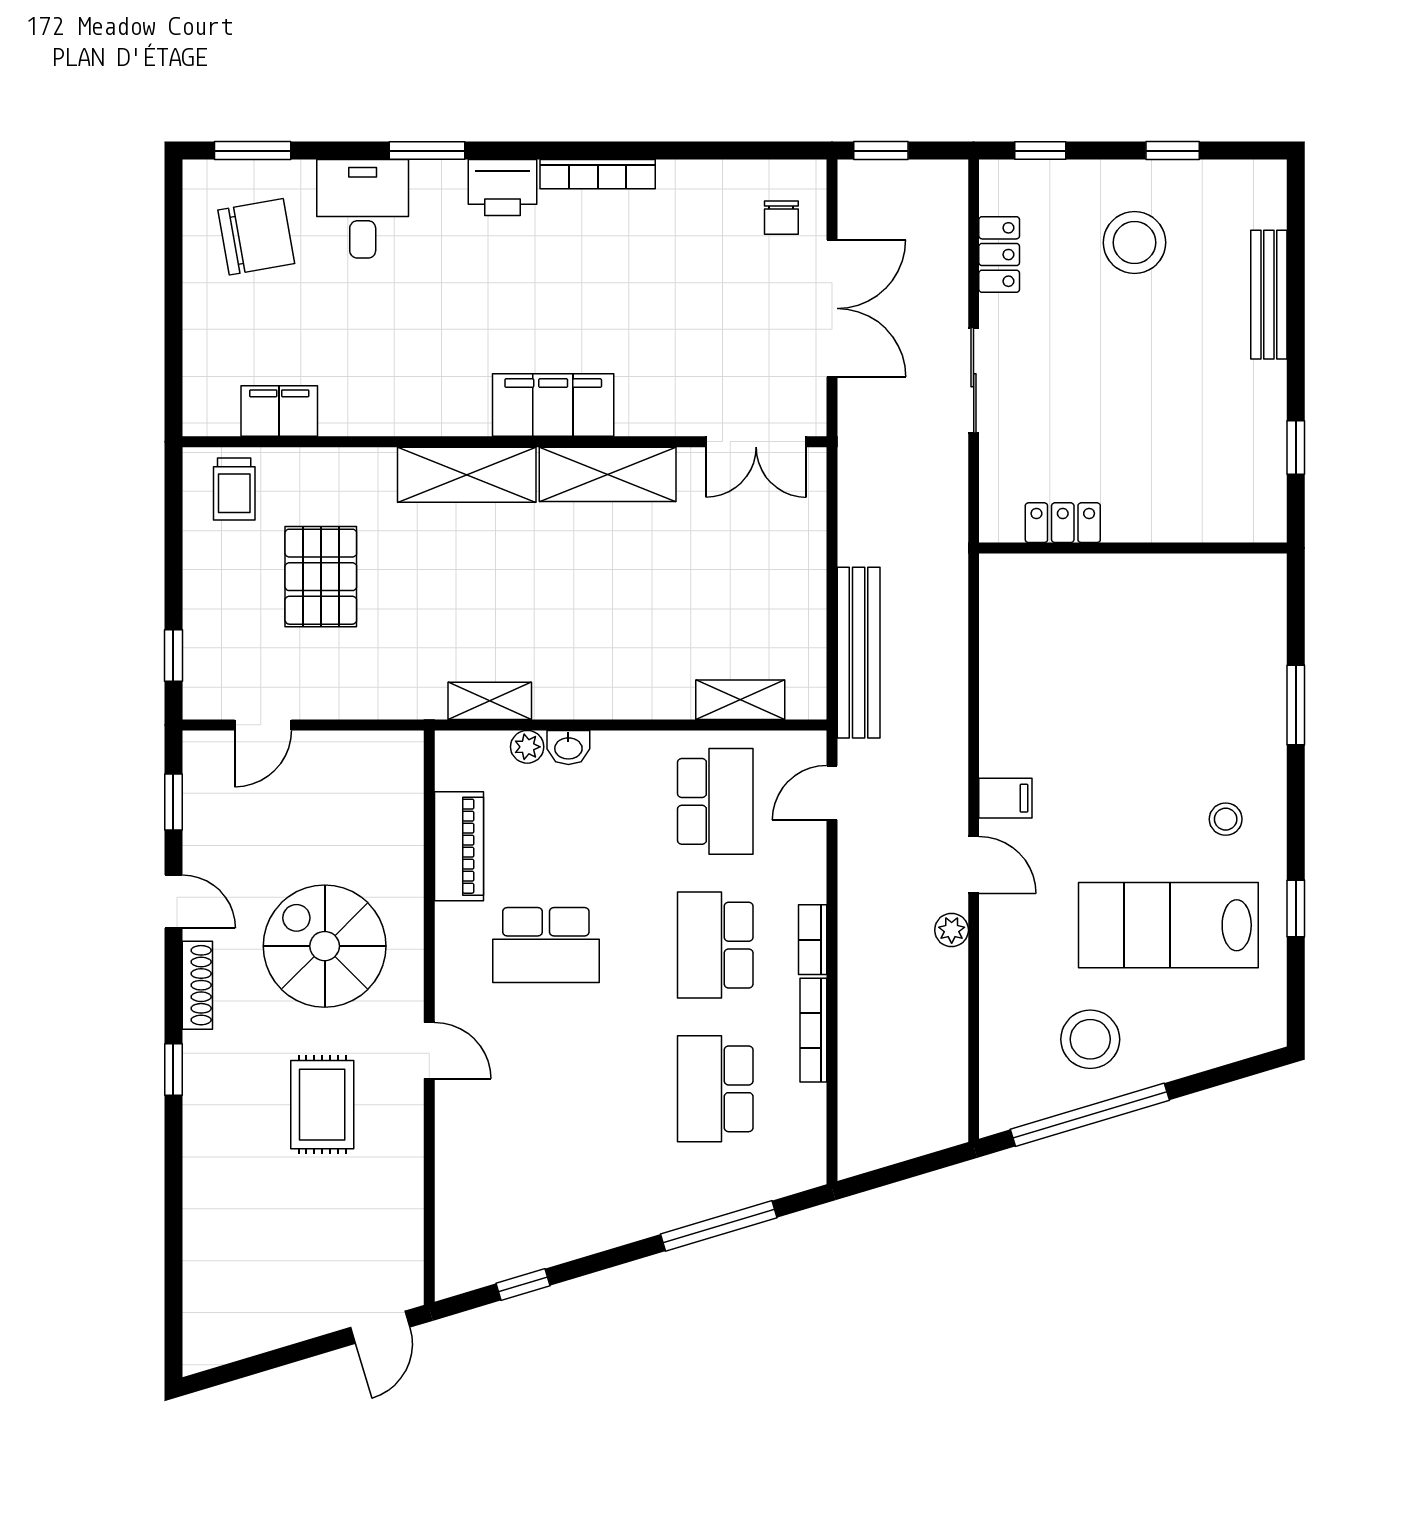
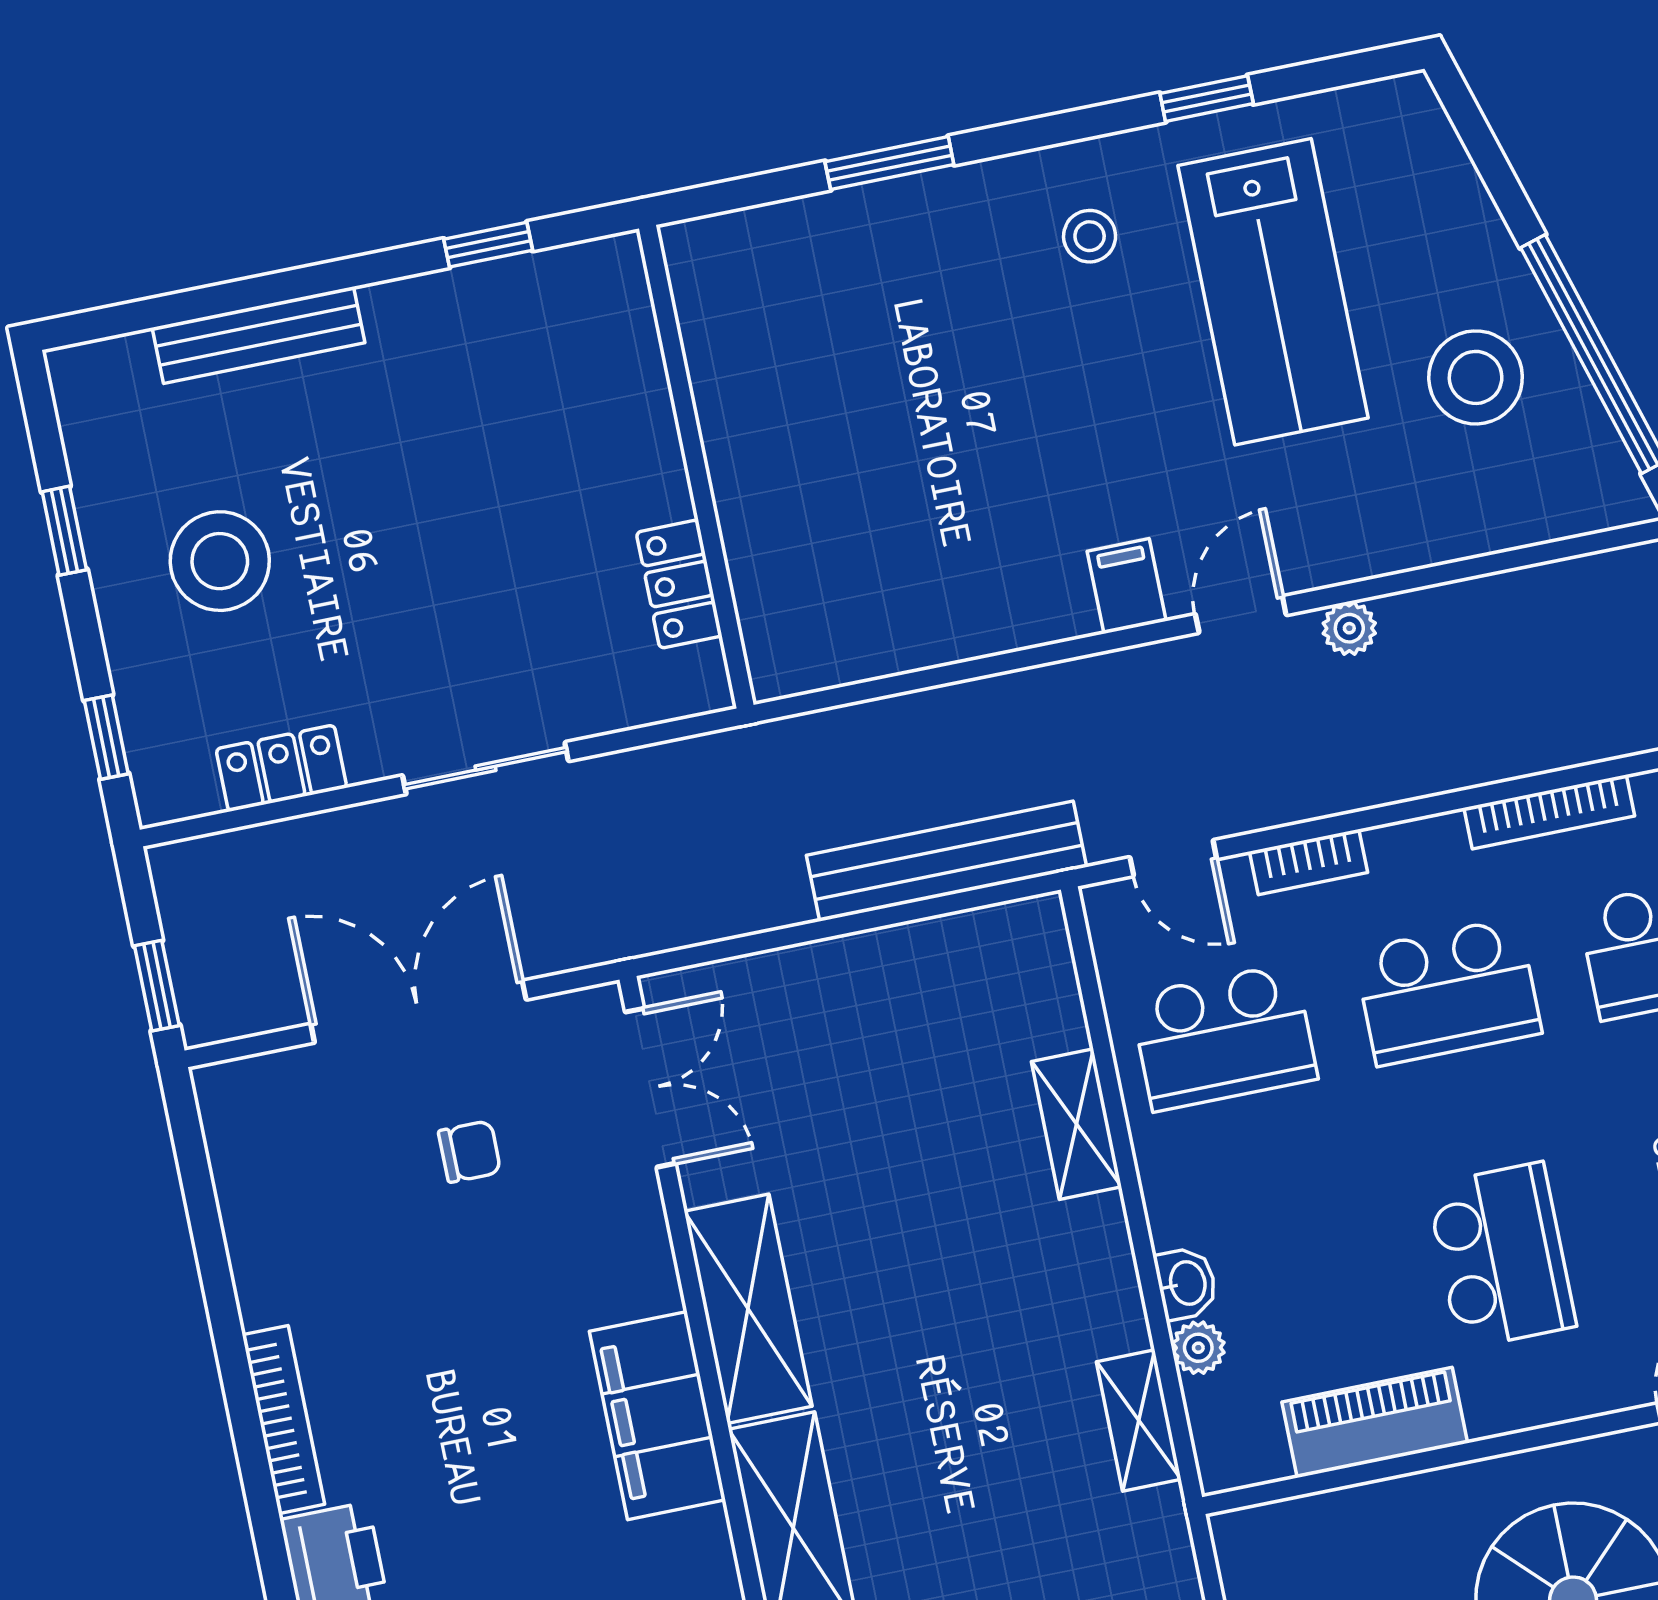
chair: (781, 218) -> (470, 1152), moved
shelving: (740, 700) -> (1076, 1124), moved
school desk: (715, 801) -> (1224, 1037), turned 180
bookcase: (813, 940) -> (1309, 862), moved

